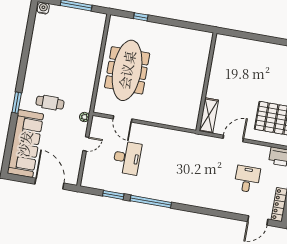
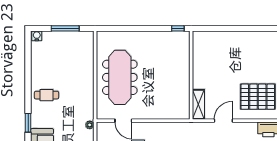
window: (141, 17) -> (178, 28), moved
cafe table: (50, 103) -> (46, 95), moved

